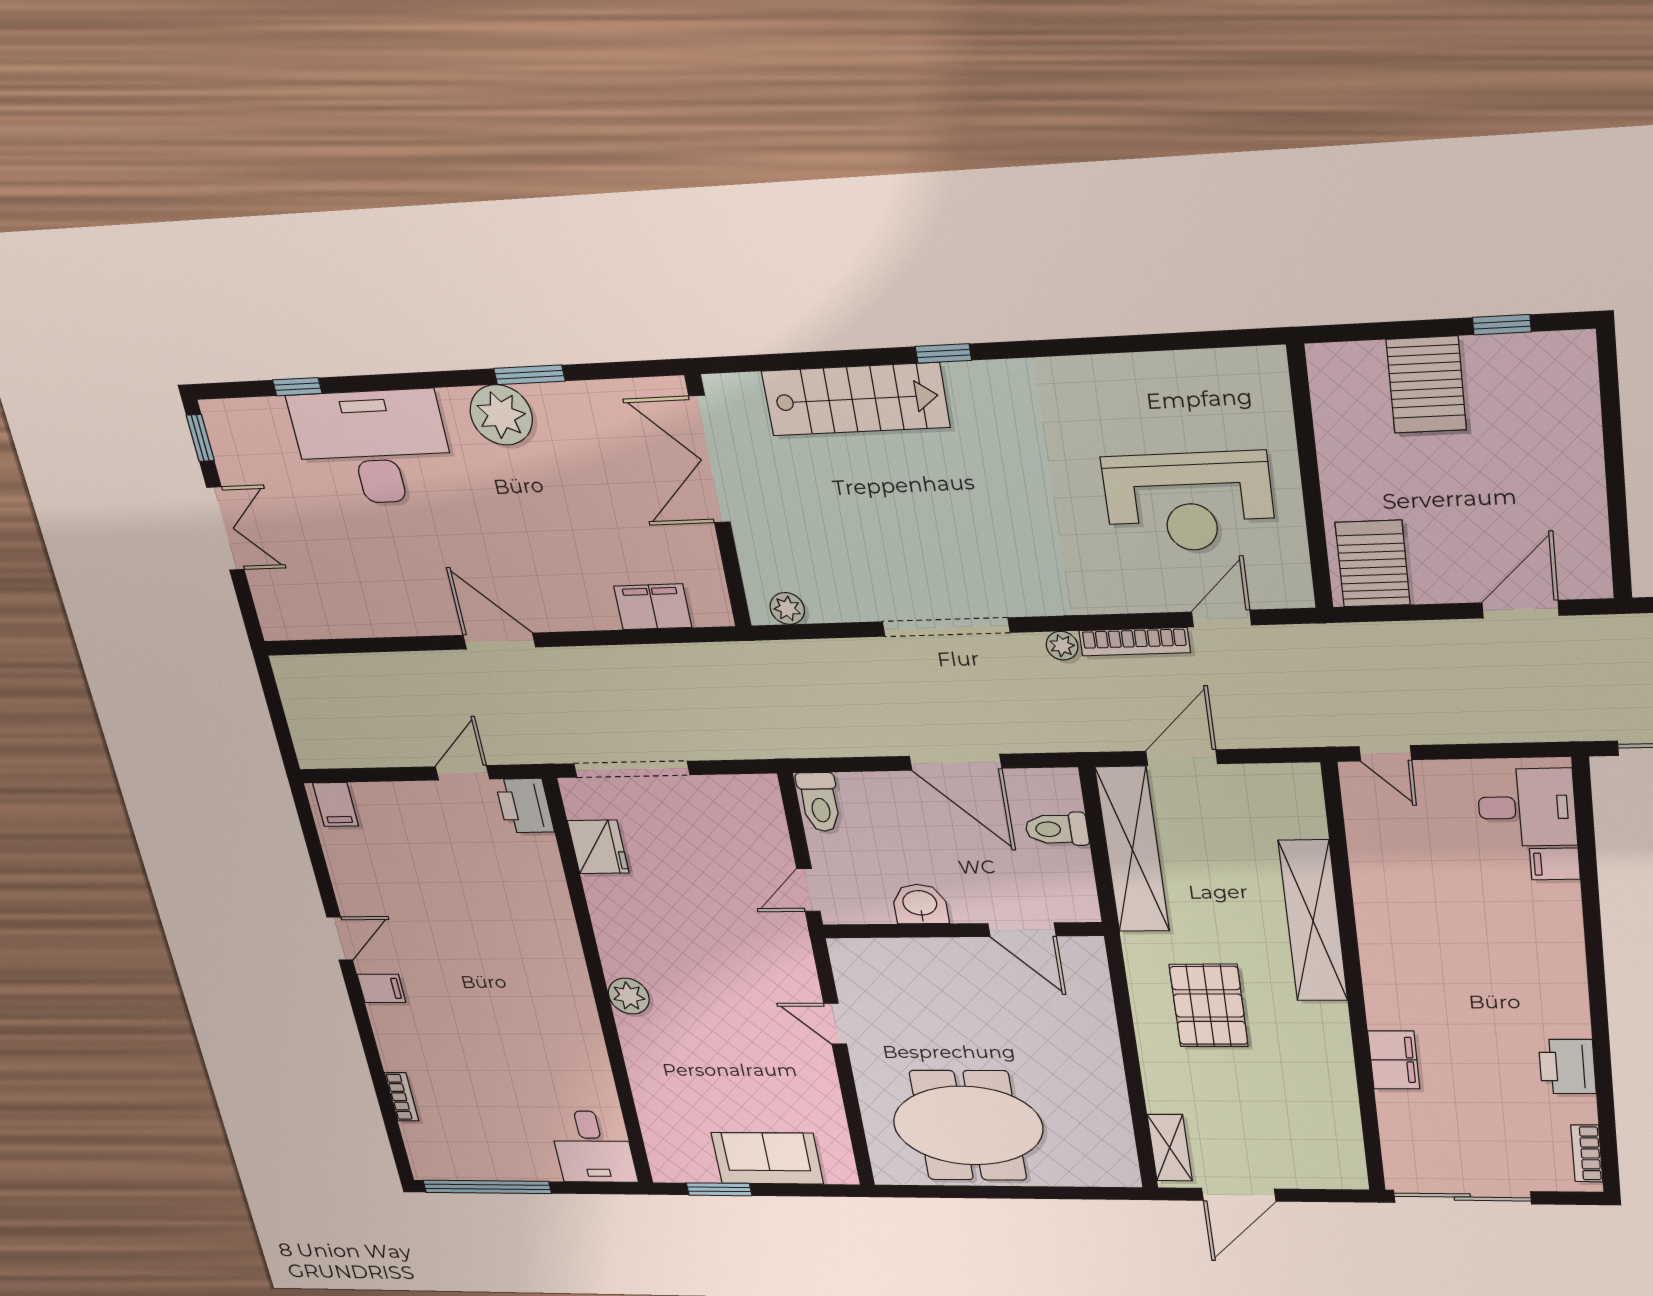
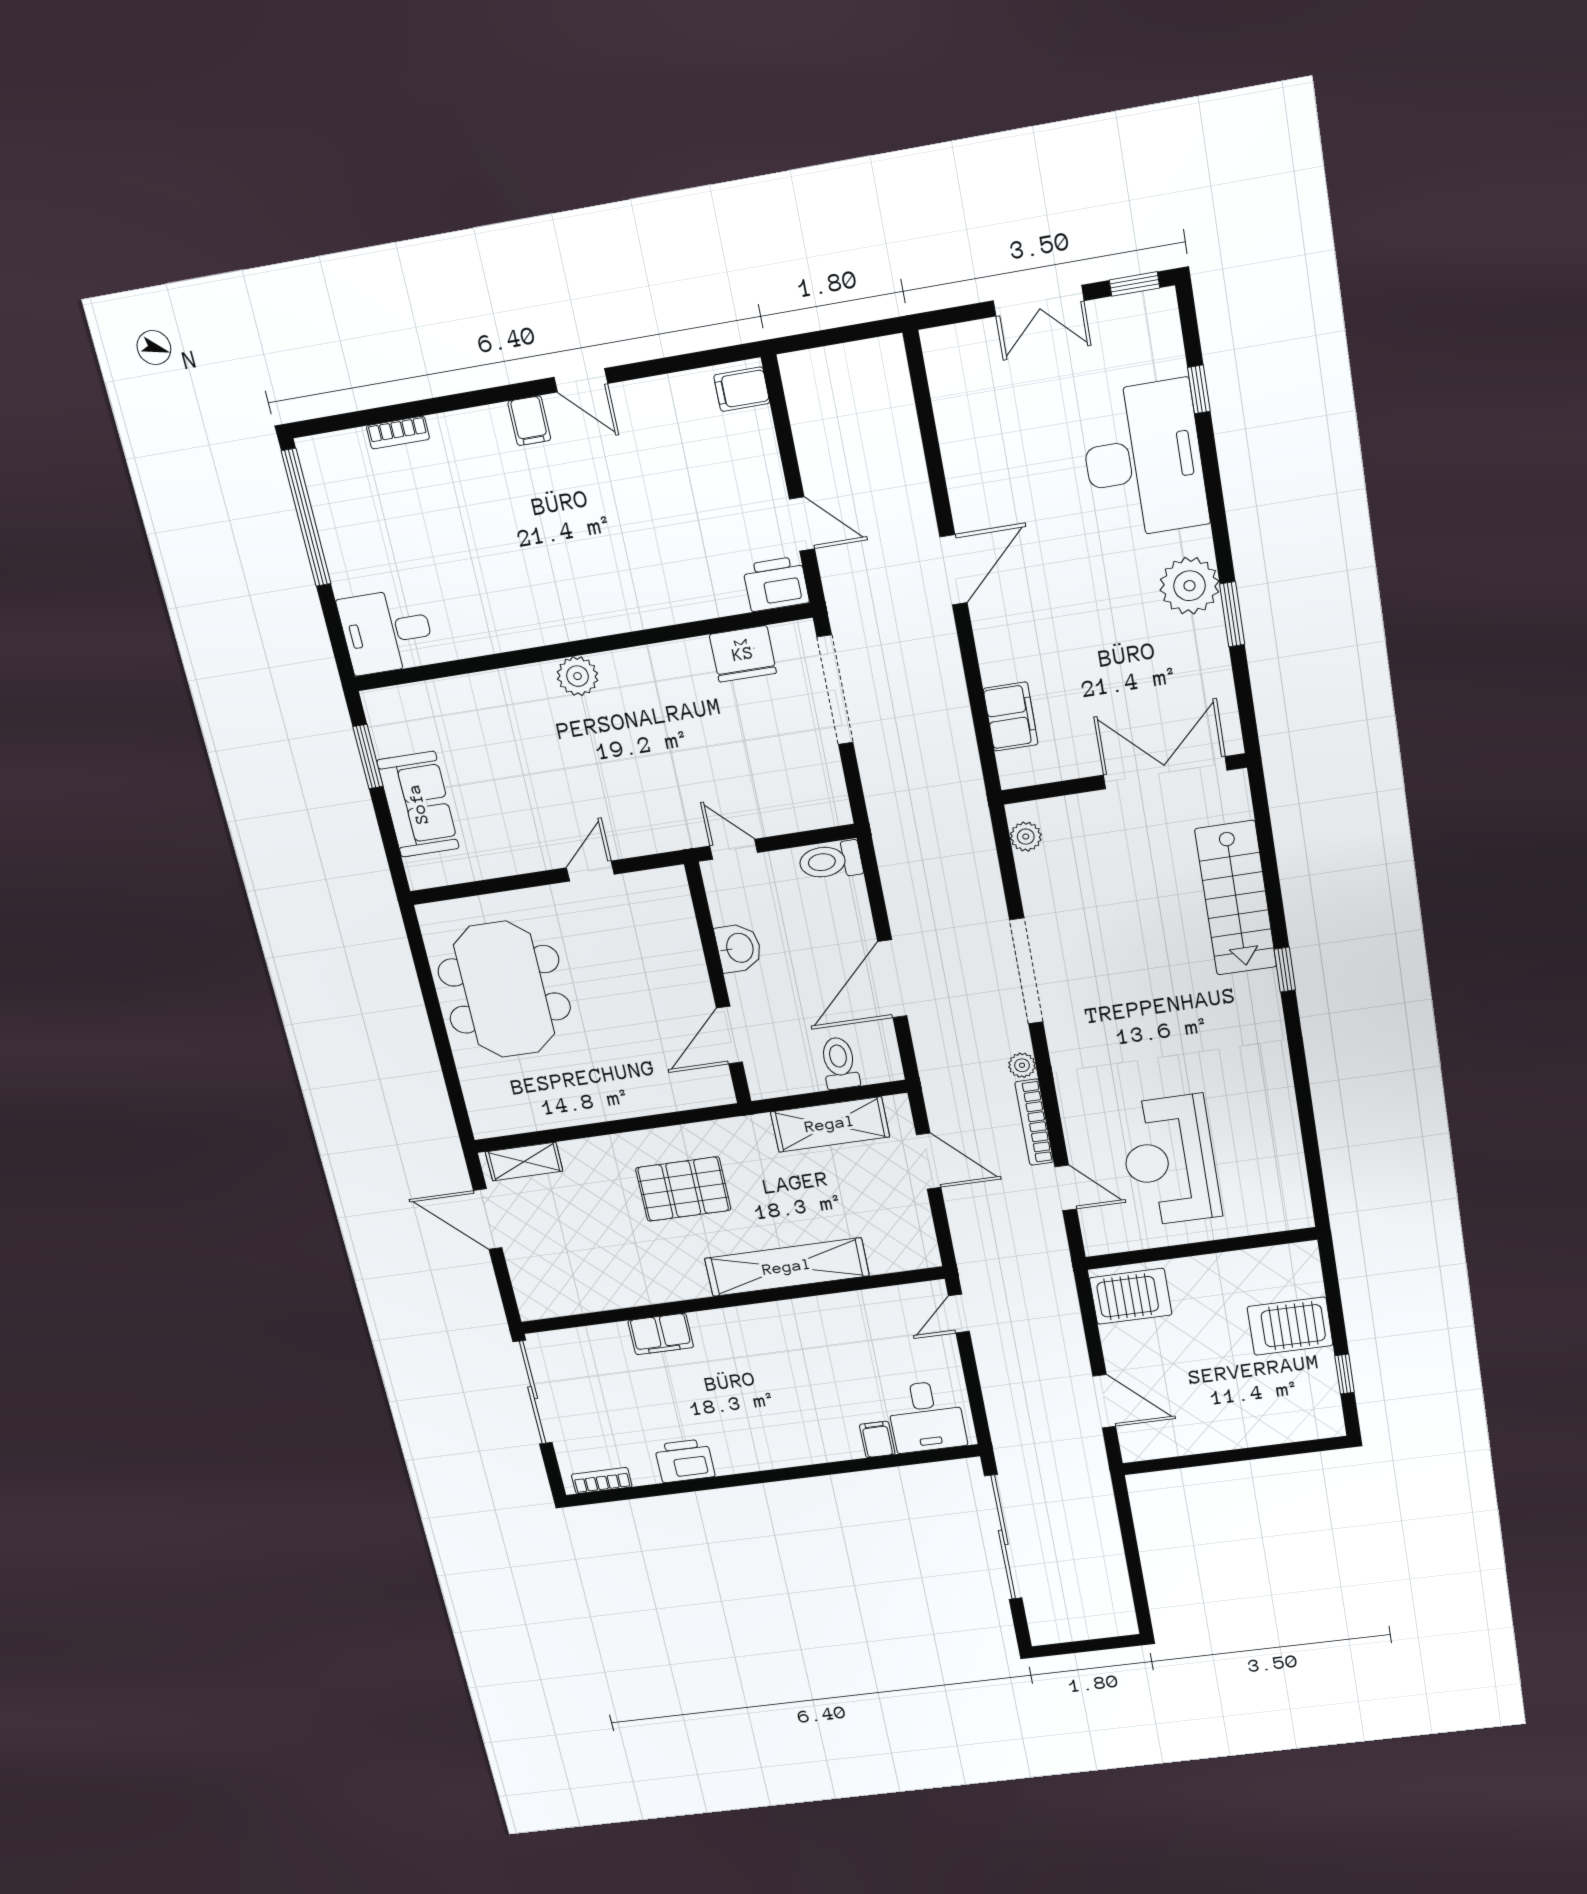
shelving: (1132, 850) -> (830, 1124), width x0.68

